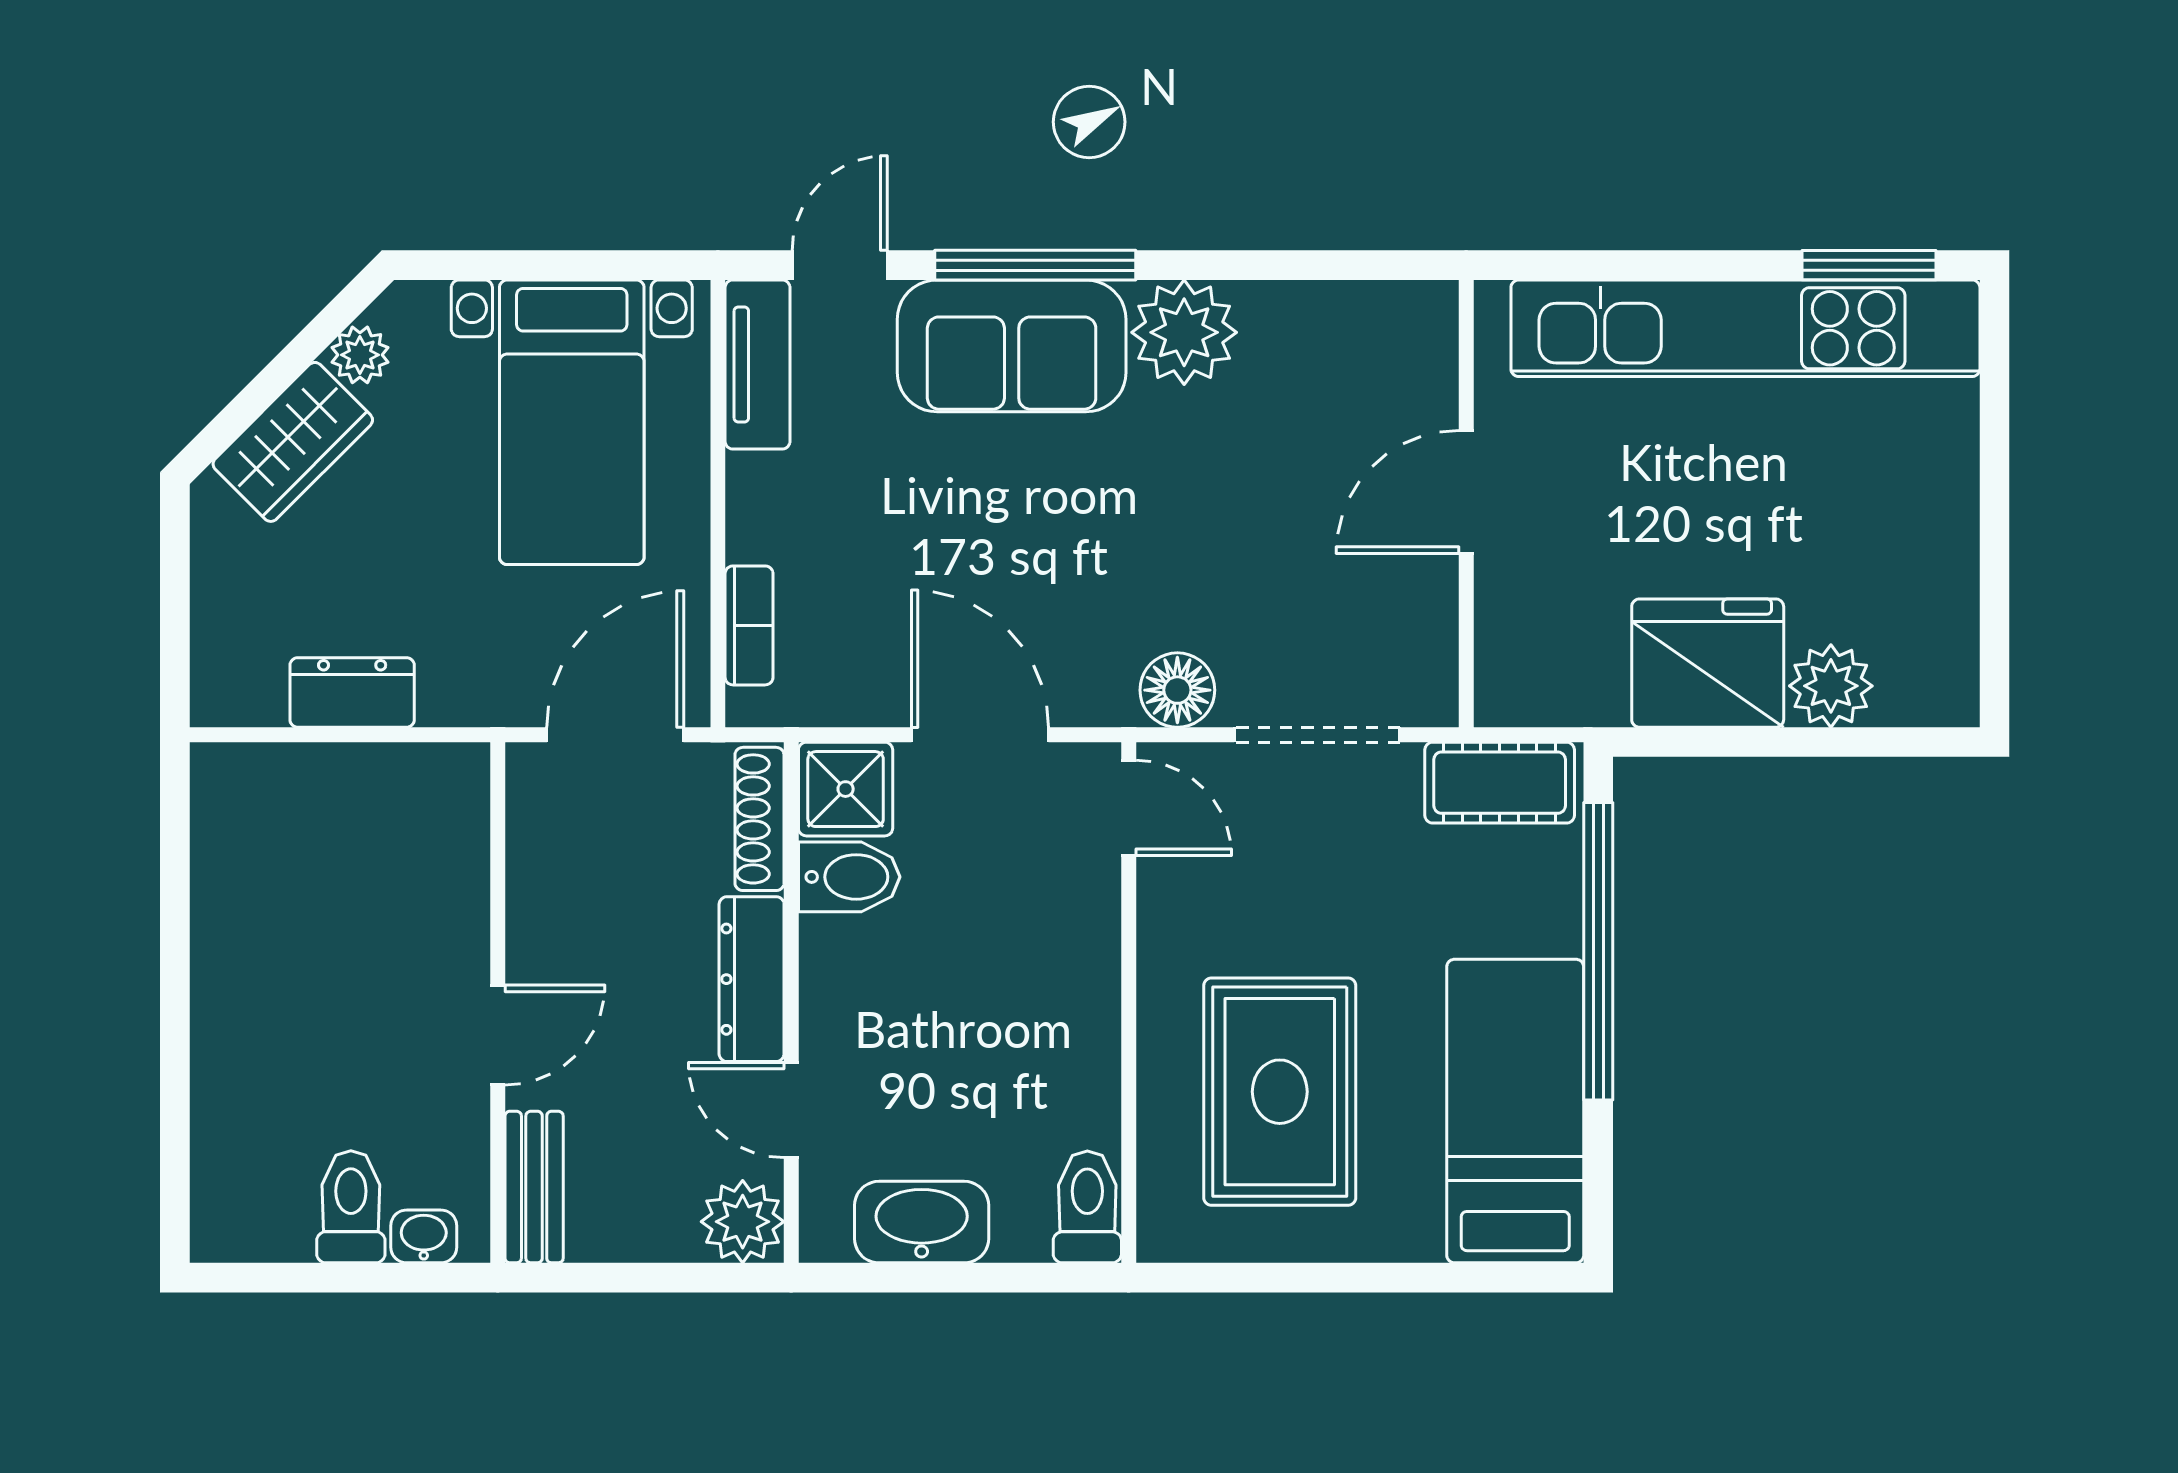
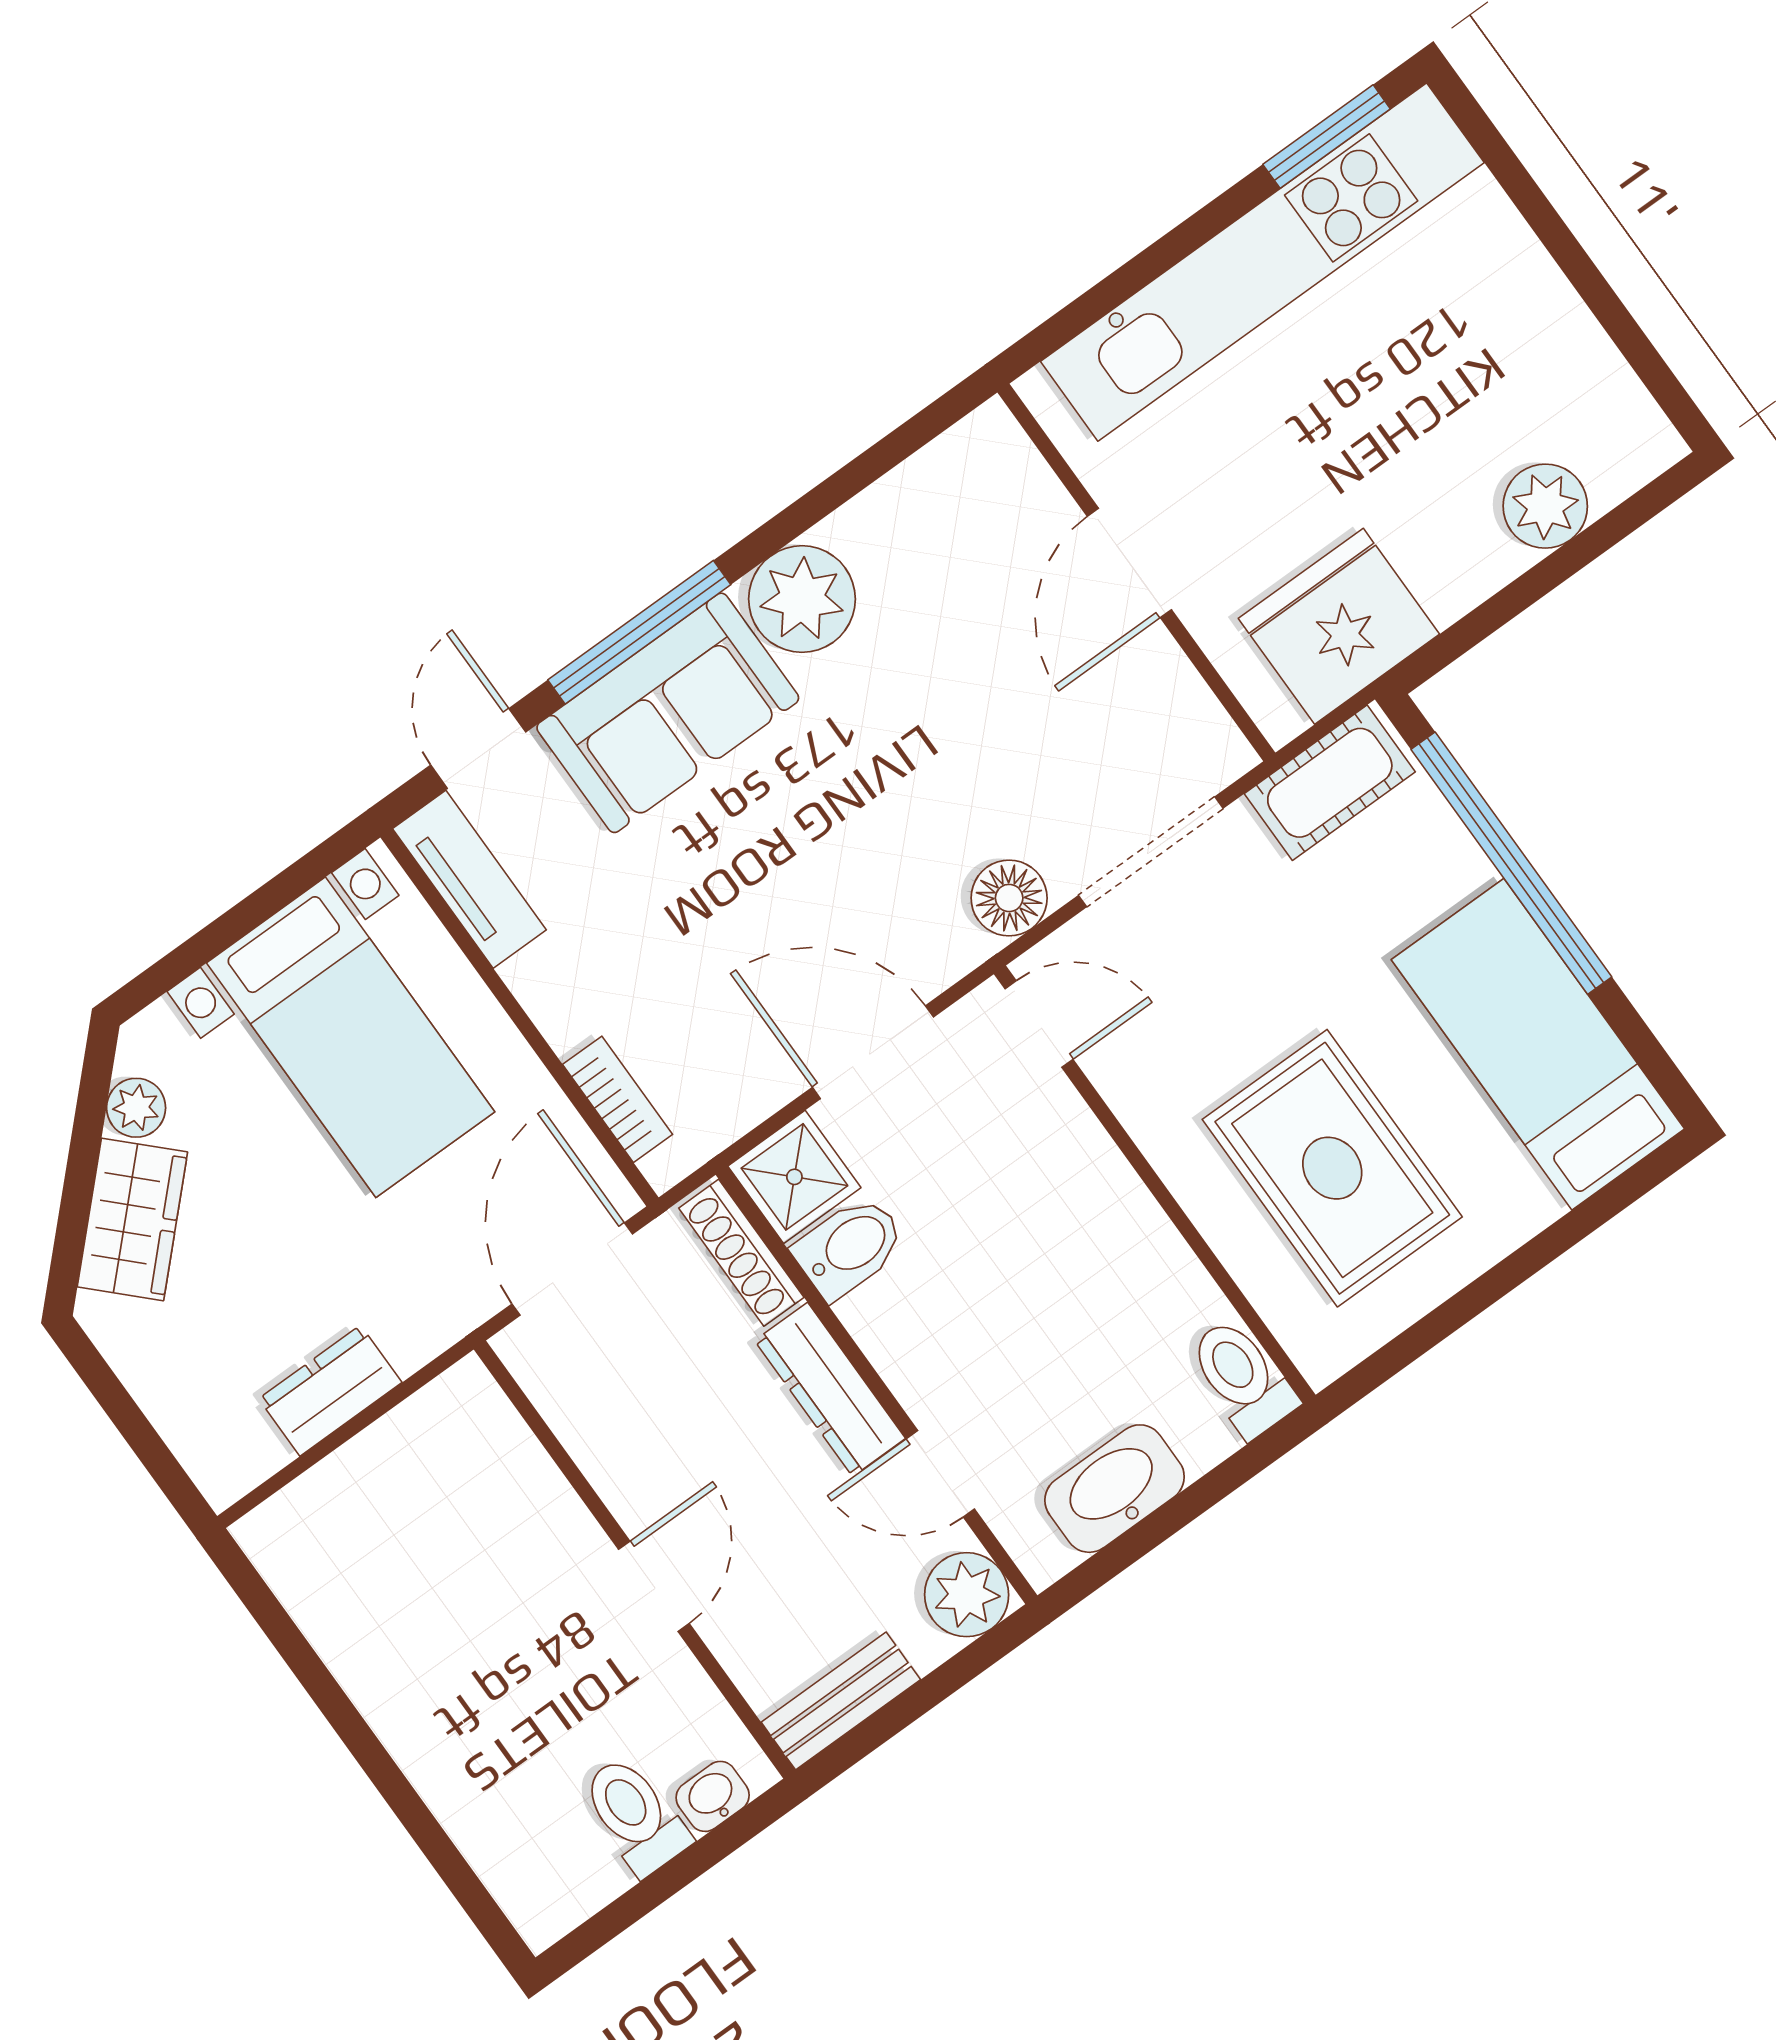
fridge: (1708, 663) -> (1339, 626), moved
bench: (534, 1187) -> (841, 1701), moved, turned 90

